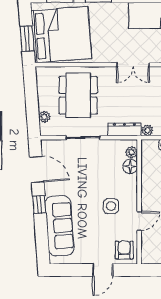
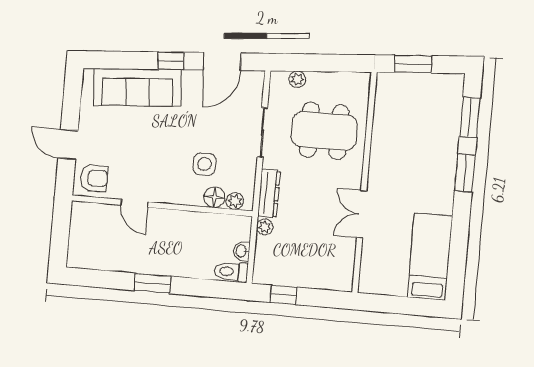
bed: (61, 35) -> (414, 114), removed
side table: (111, 206) -> (205, 164), moved

